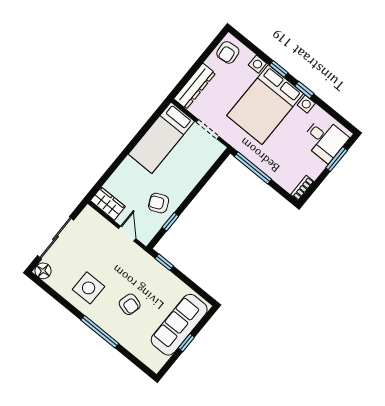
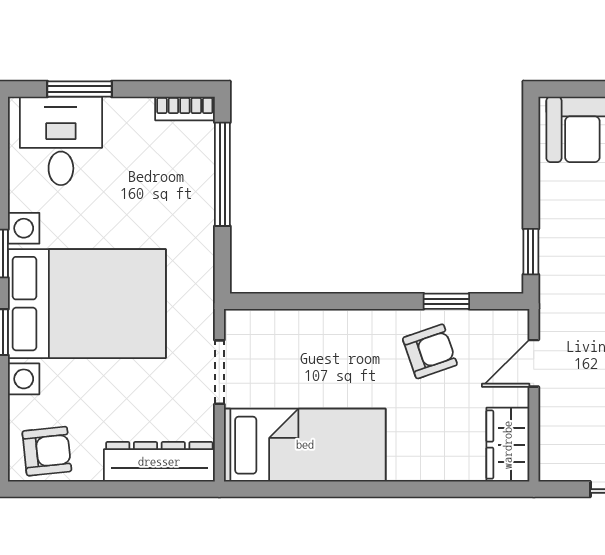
window: (253, 168) -> (222, 174), moved
armchair: (159, 203) -> (430, 351), turned -84

